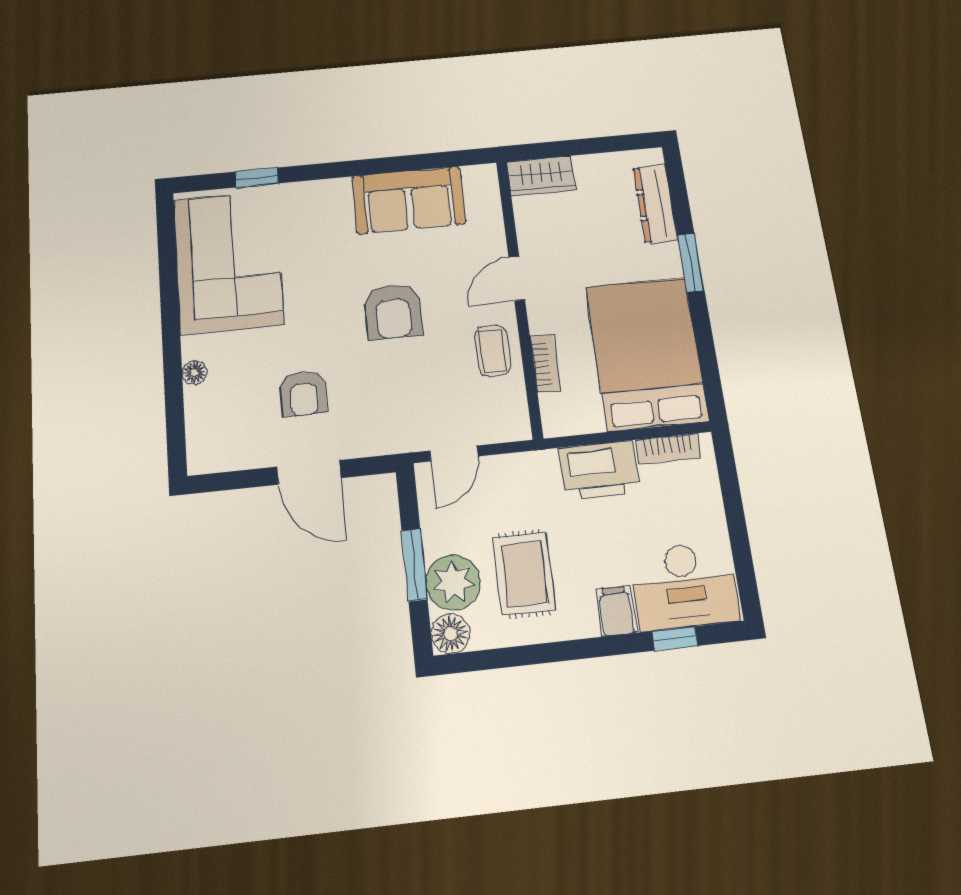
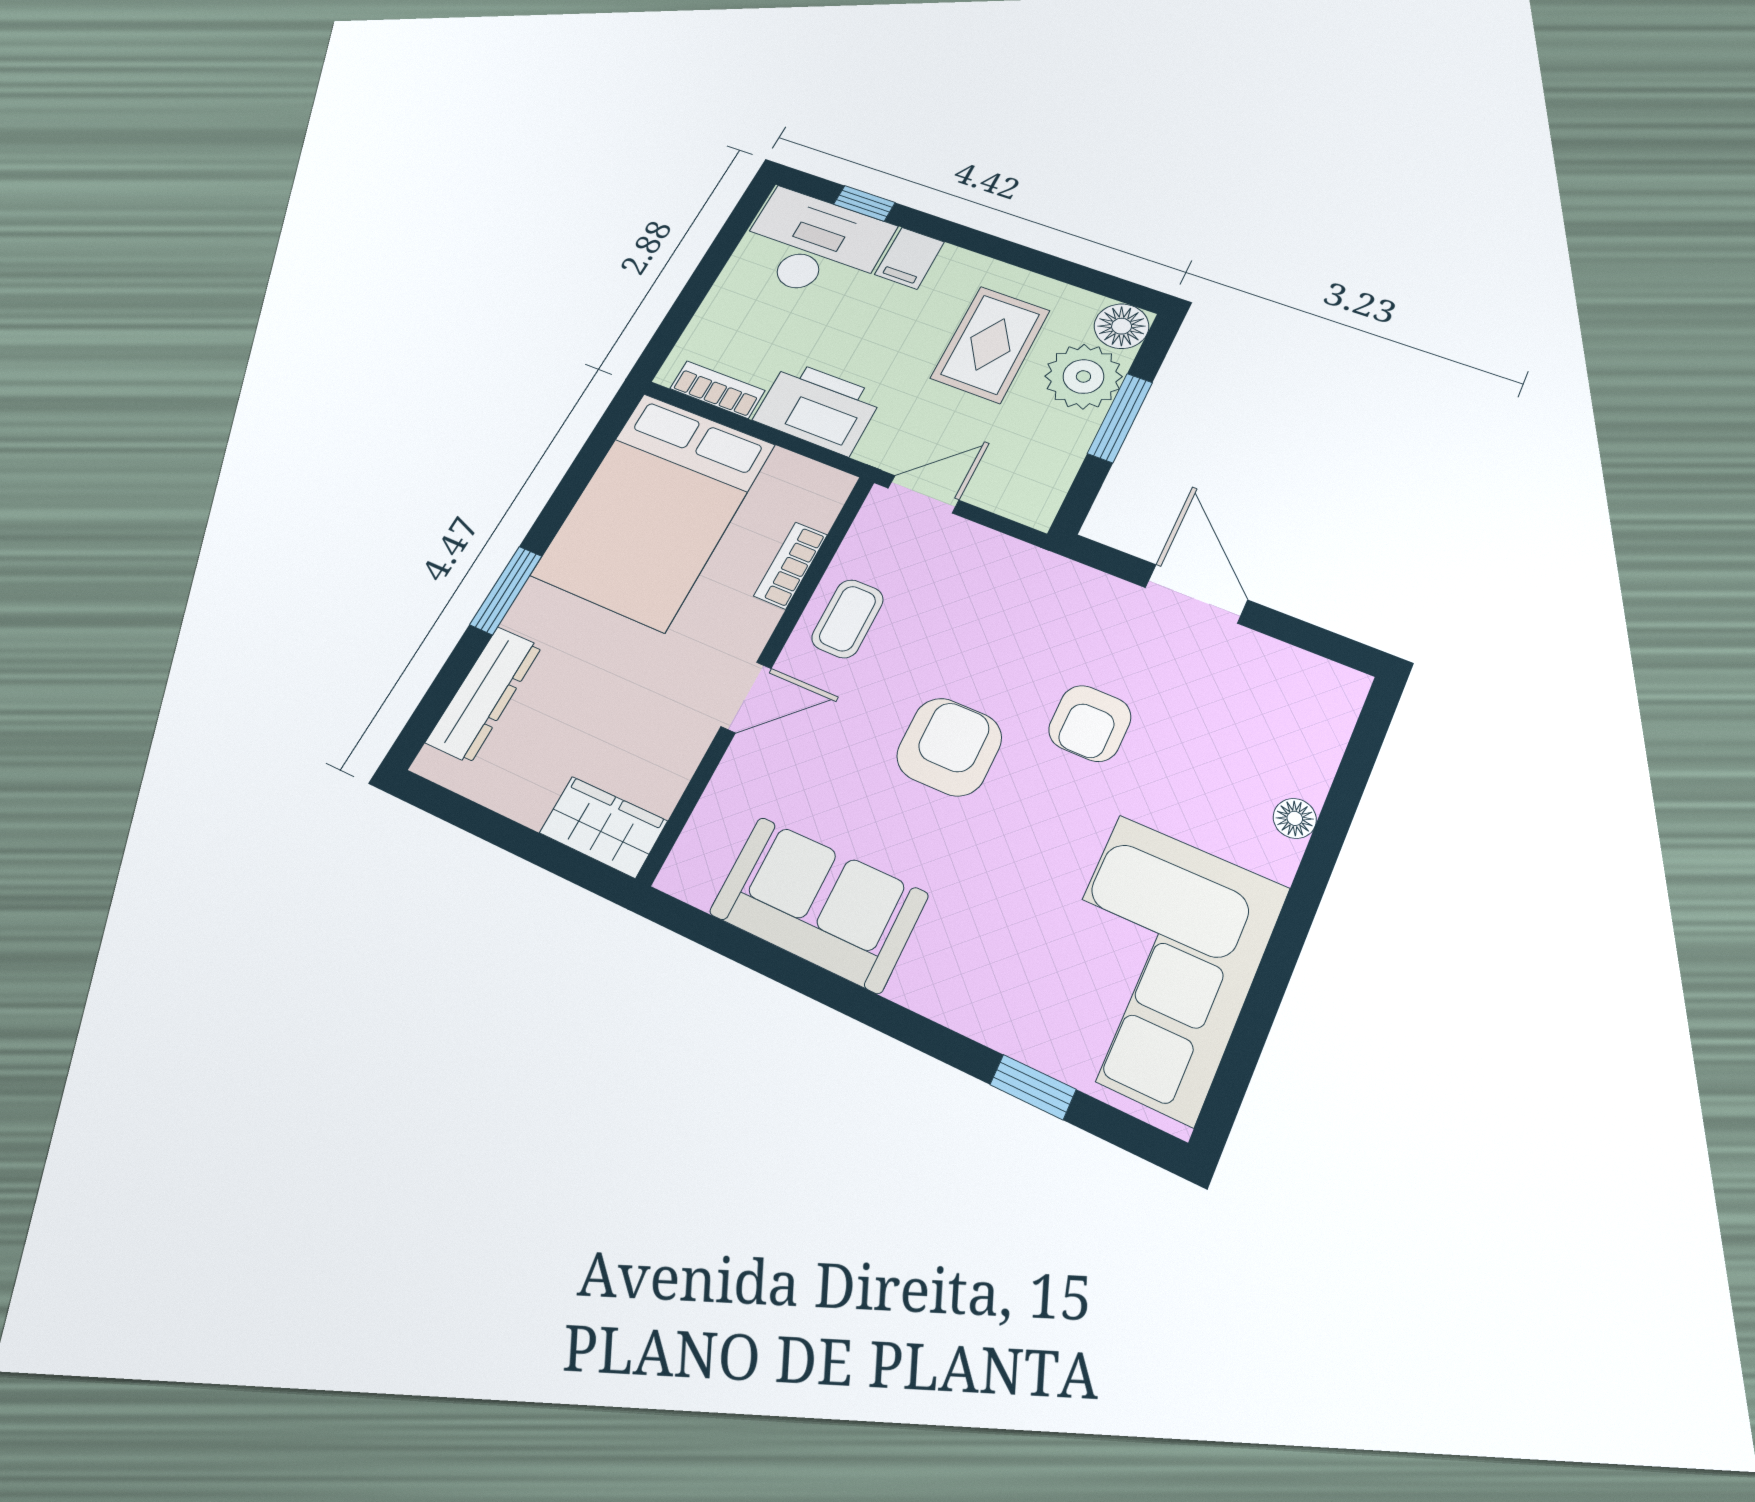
armchair: (304, 393) -> (1090, 723), moved, turned 180
door: (454, 453) -> (923, 494), moved

